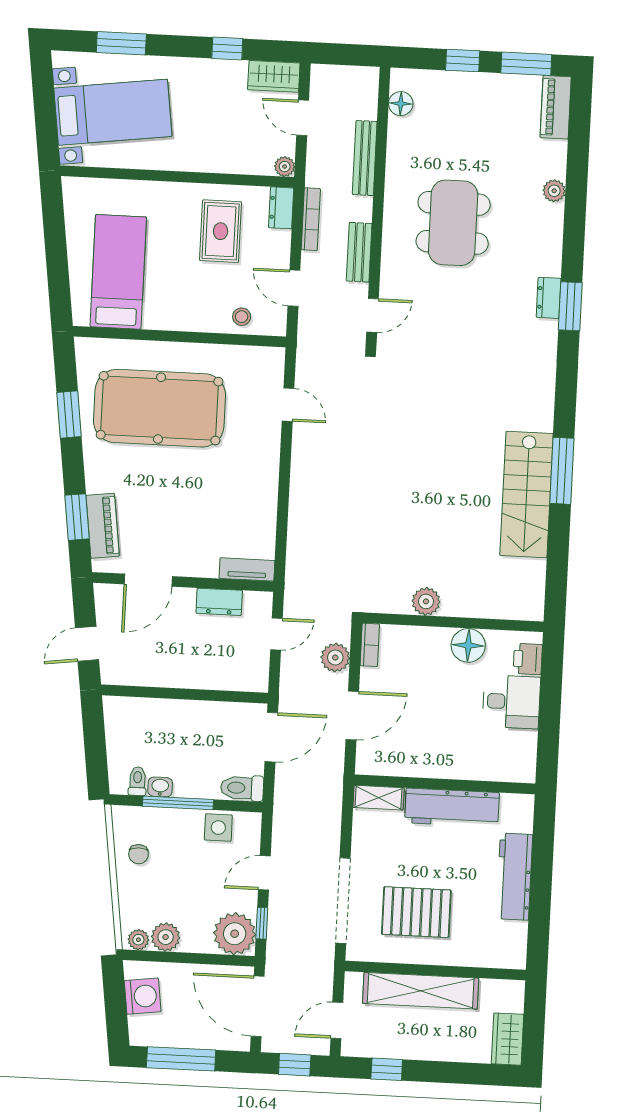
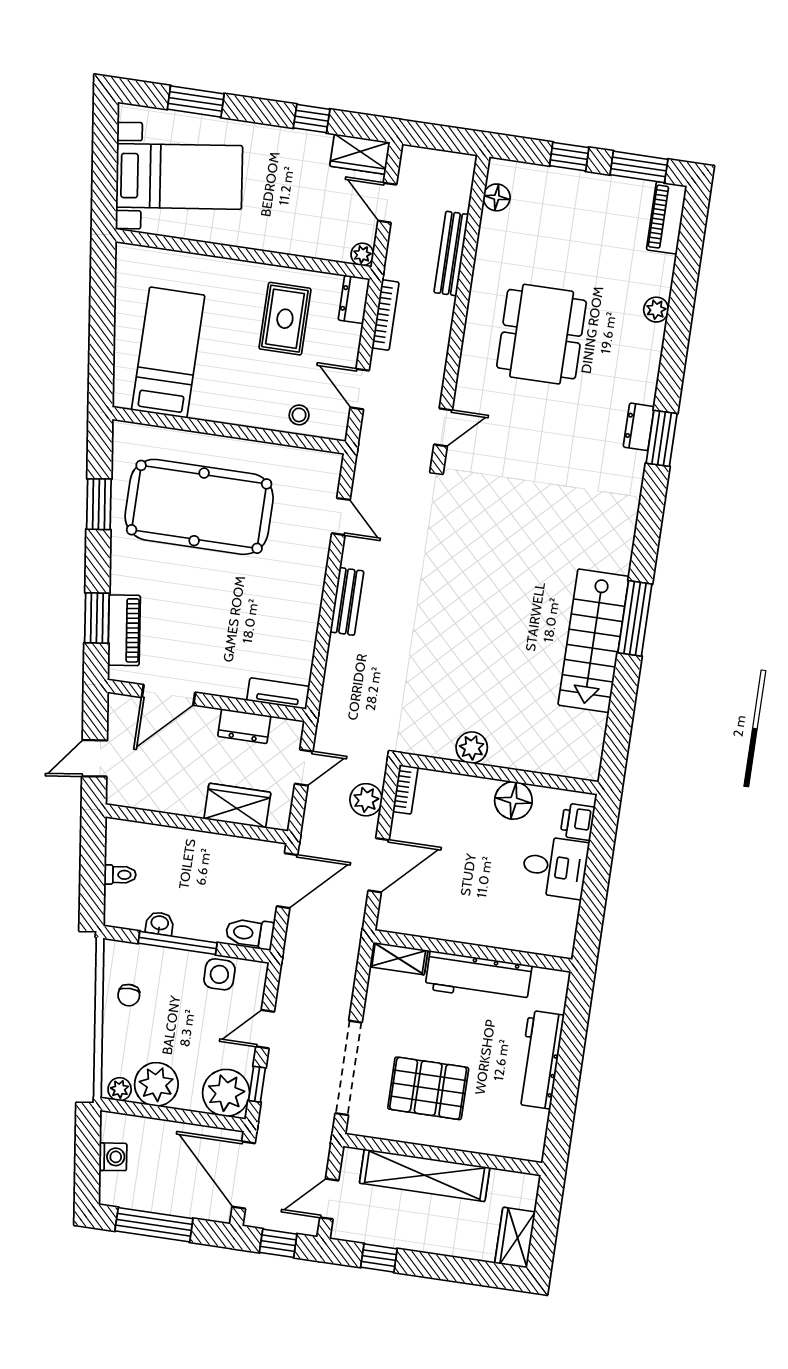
bench: (359, 252) -> (347, 601), moved
wardrobe: (220, 674) -> (237, 806), added
toilet: (137, 781) -> (120, 875), moved, turned 83
plant: (166, 937) -> (156, 1084), width x1.36, depth x1.36
washing machine: (143, 996) -> (113, 1157), width x0.73, depth x0.73

